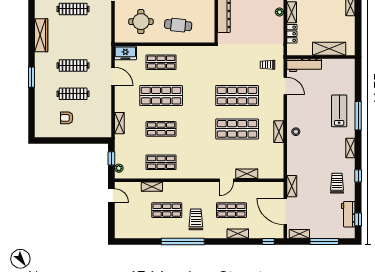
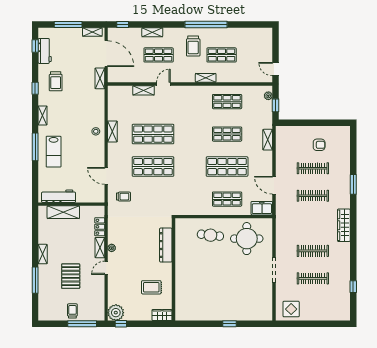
round table: (141, 22) -> (247, 239), width x1.36, depth x1.36
workbench: (304, 65) -> (59, 196), moved
shelving: (152, 187) -> (206, 78), moved

